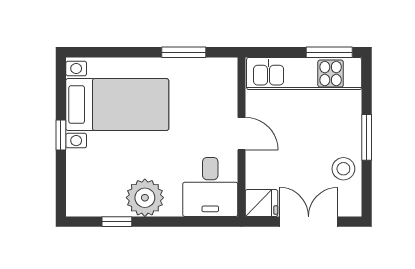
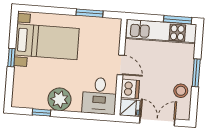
dishwasher: (260, 172) -> (130, 89), added

